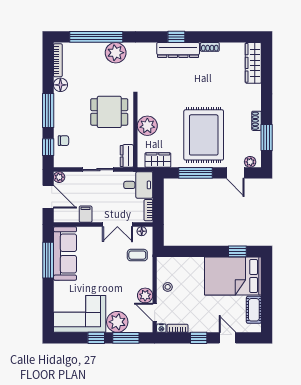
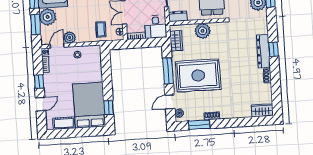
wardrobe: (253, 63) -> (262, 110), width x0.67

